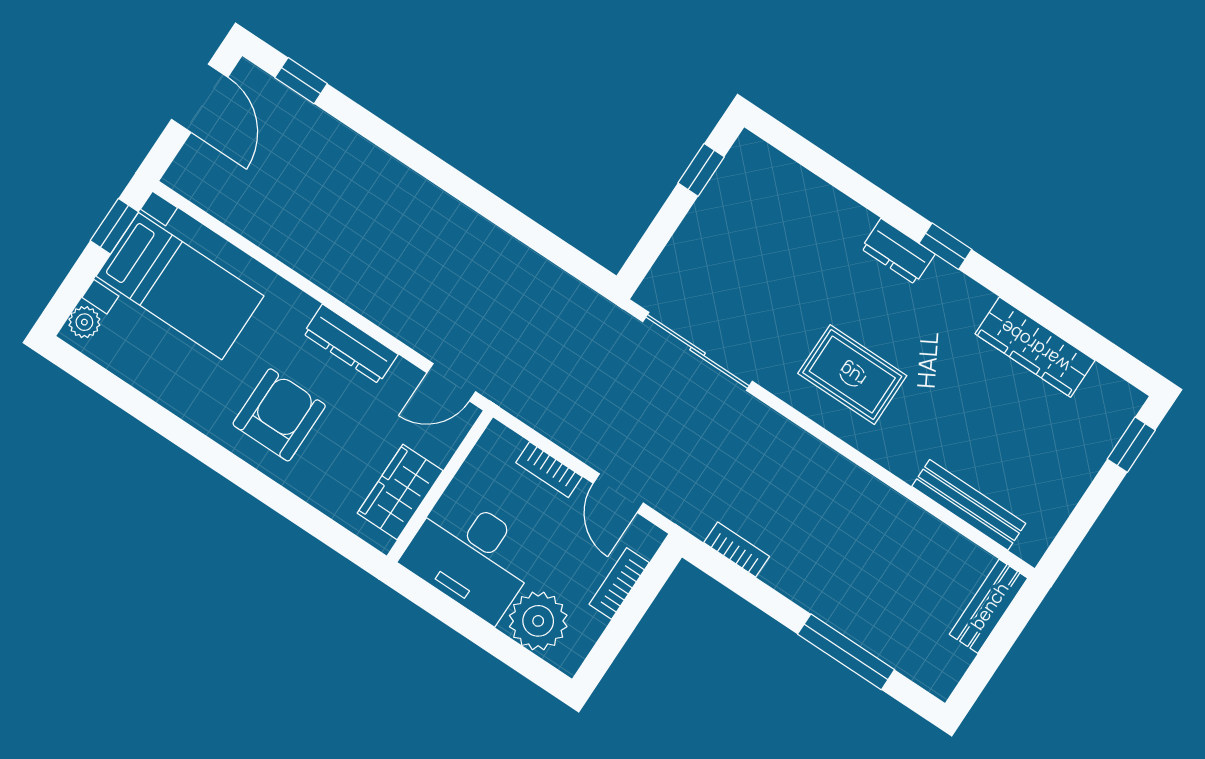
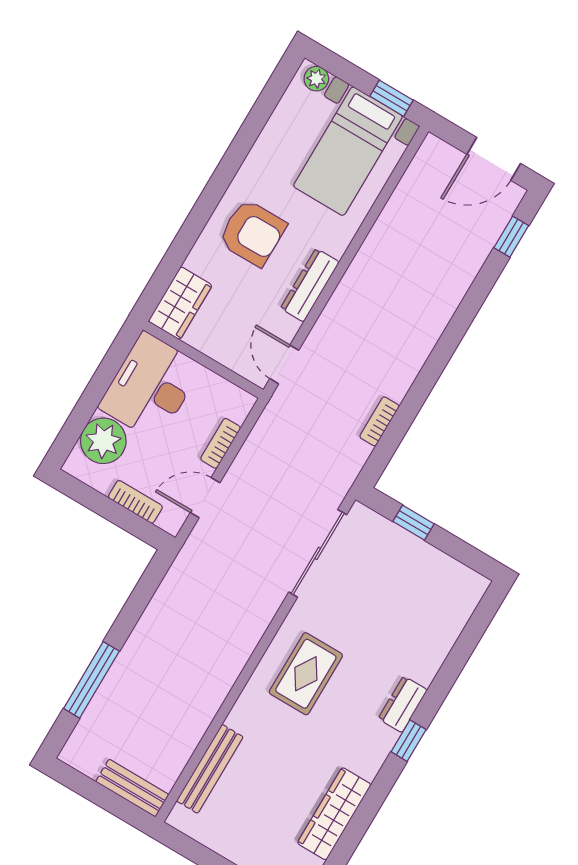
window: (701, 170) -> (414, 523), moved
wardrobe: (400, 492) -> (180, 303), moved, turned 90
bookcase: (737, 550) -> (379, 421), moved, turned 180

